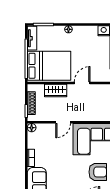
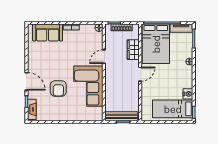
door: (82, 83) -> (140, 74), hinge flipped
door: (63, 122) -> (104, 57), hinge flipped

